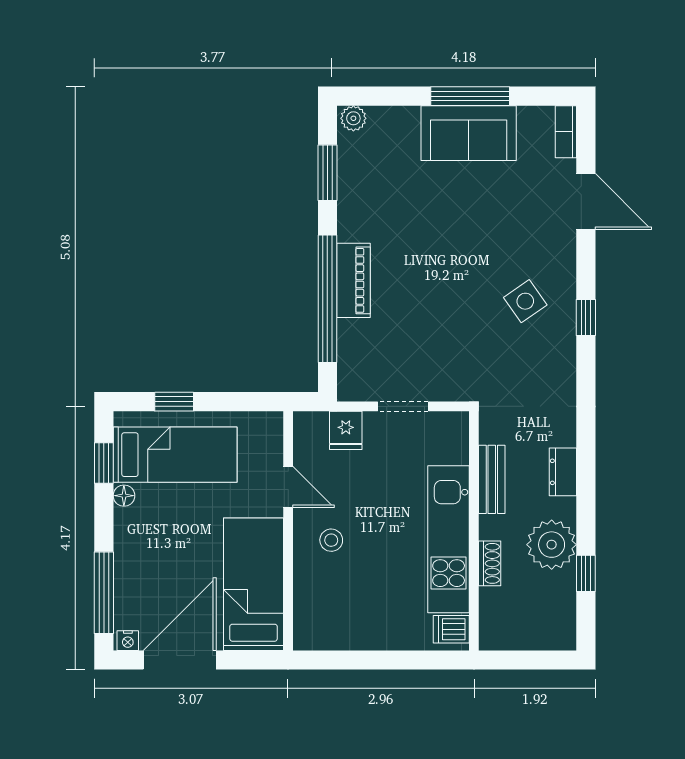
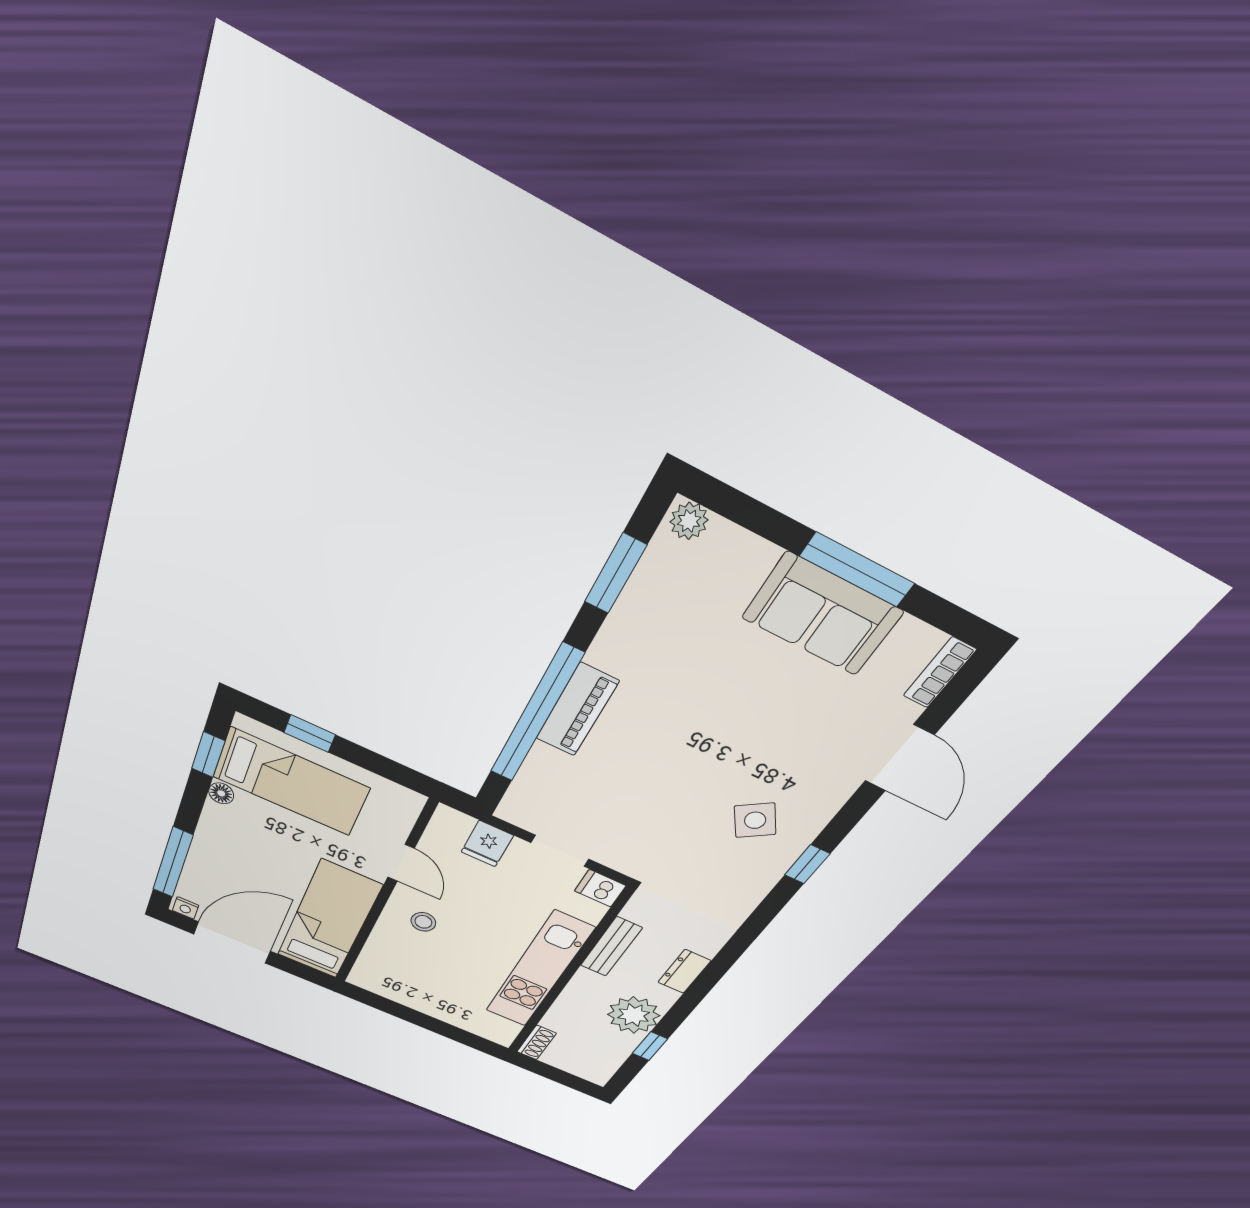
shoe rack: (490, 563) -> (537, 1043), moved
dishwasher: (451, 629) -> (600, 888), moved

